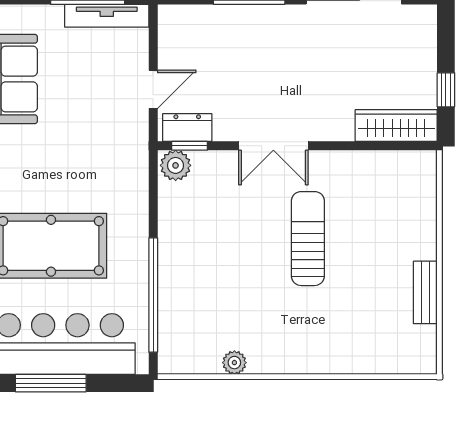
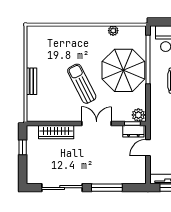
wardrobe: (396, 126) -> (56, 132), moved
sun lounger: (308, 239) -> (82, 84), turned 153
parasol: (211, 270) -> (123, 70), added
bench: (425, 292) -> (31, 81), moved

